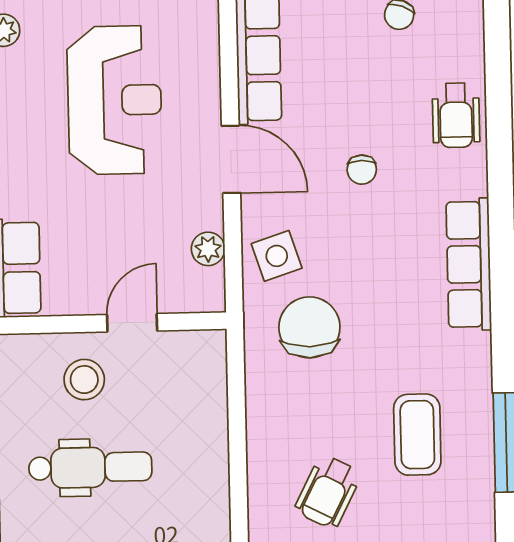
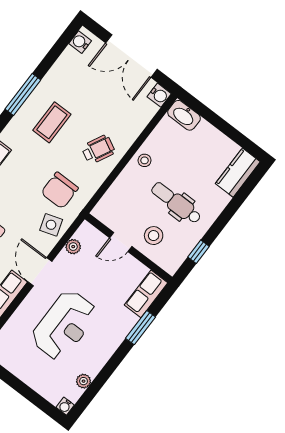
reception desk: (115, 100) -> (64, 325), turned 180
wheelchair: (328, 492) -> (98, 150), moved
stool: (204, 497) -> (145, 160), added

